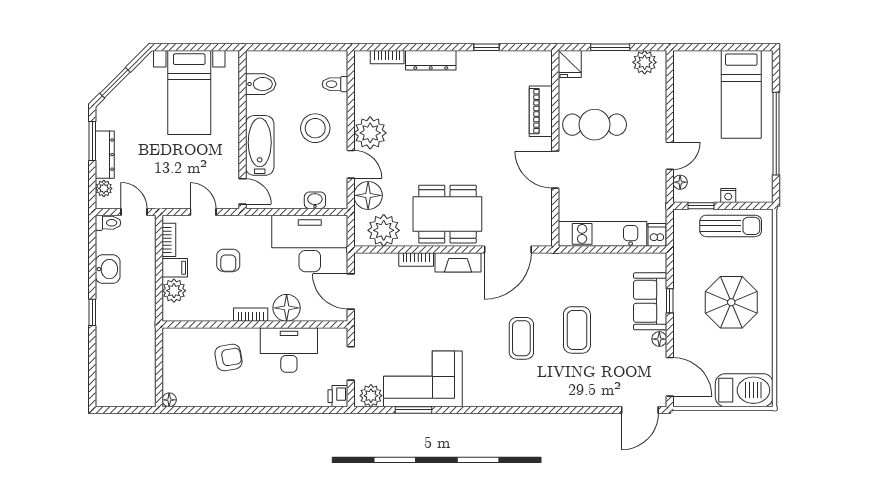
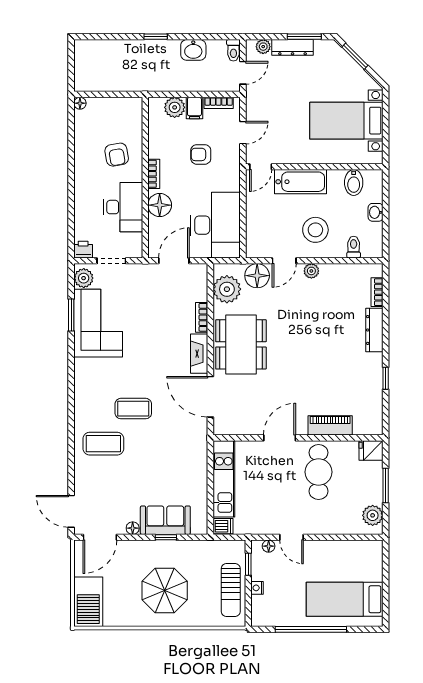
plant: (370, 133) -> (311, 271), width x0.53, depth x0.53
washbasin: (315, 200) -> (376, 212), moved, turned 180
coffee table: (577, 330) -> (103, 444), moved

